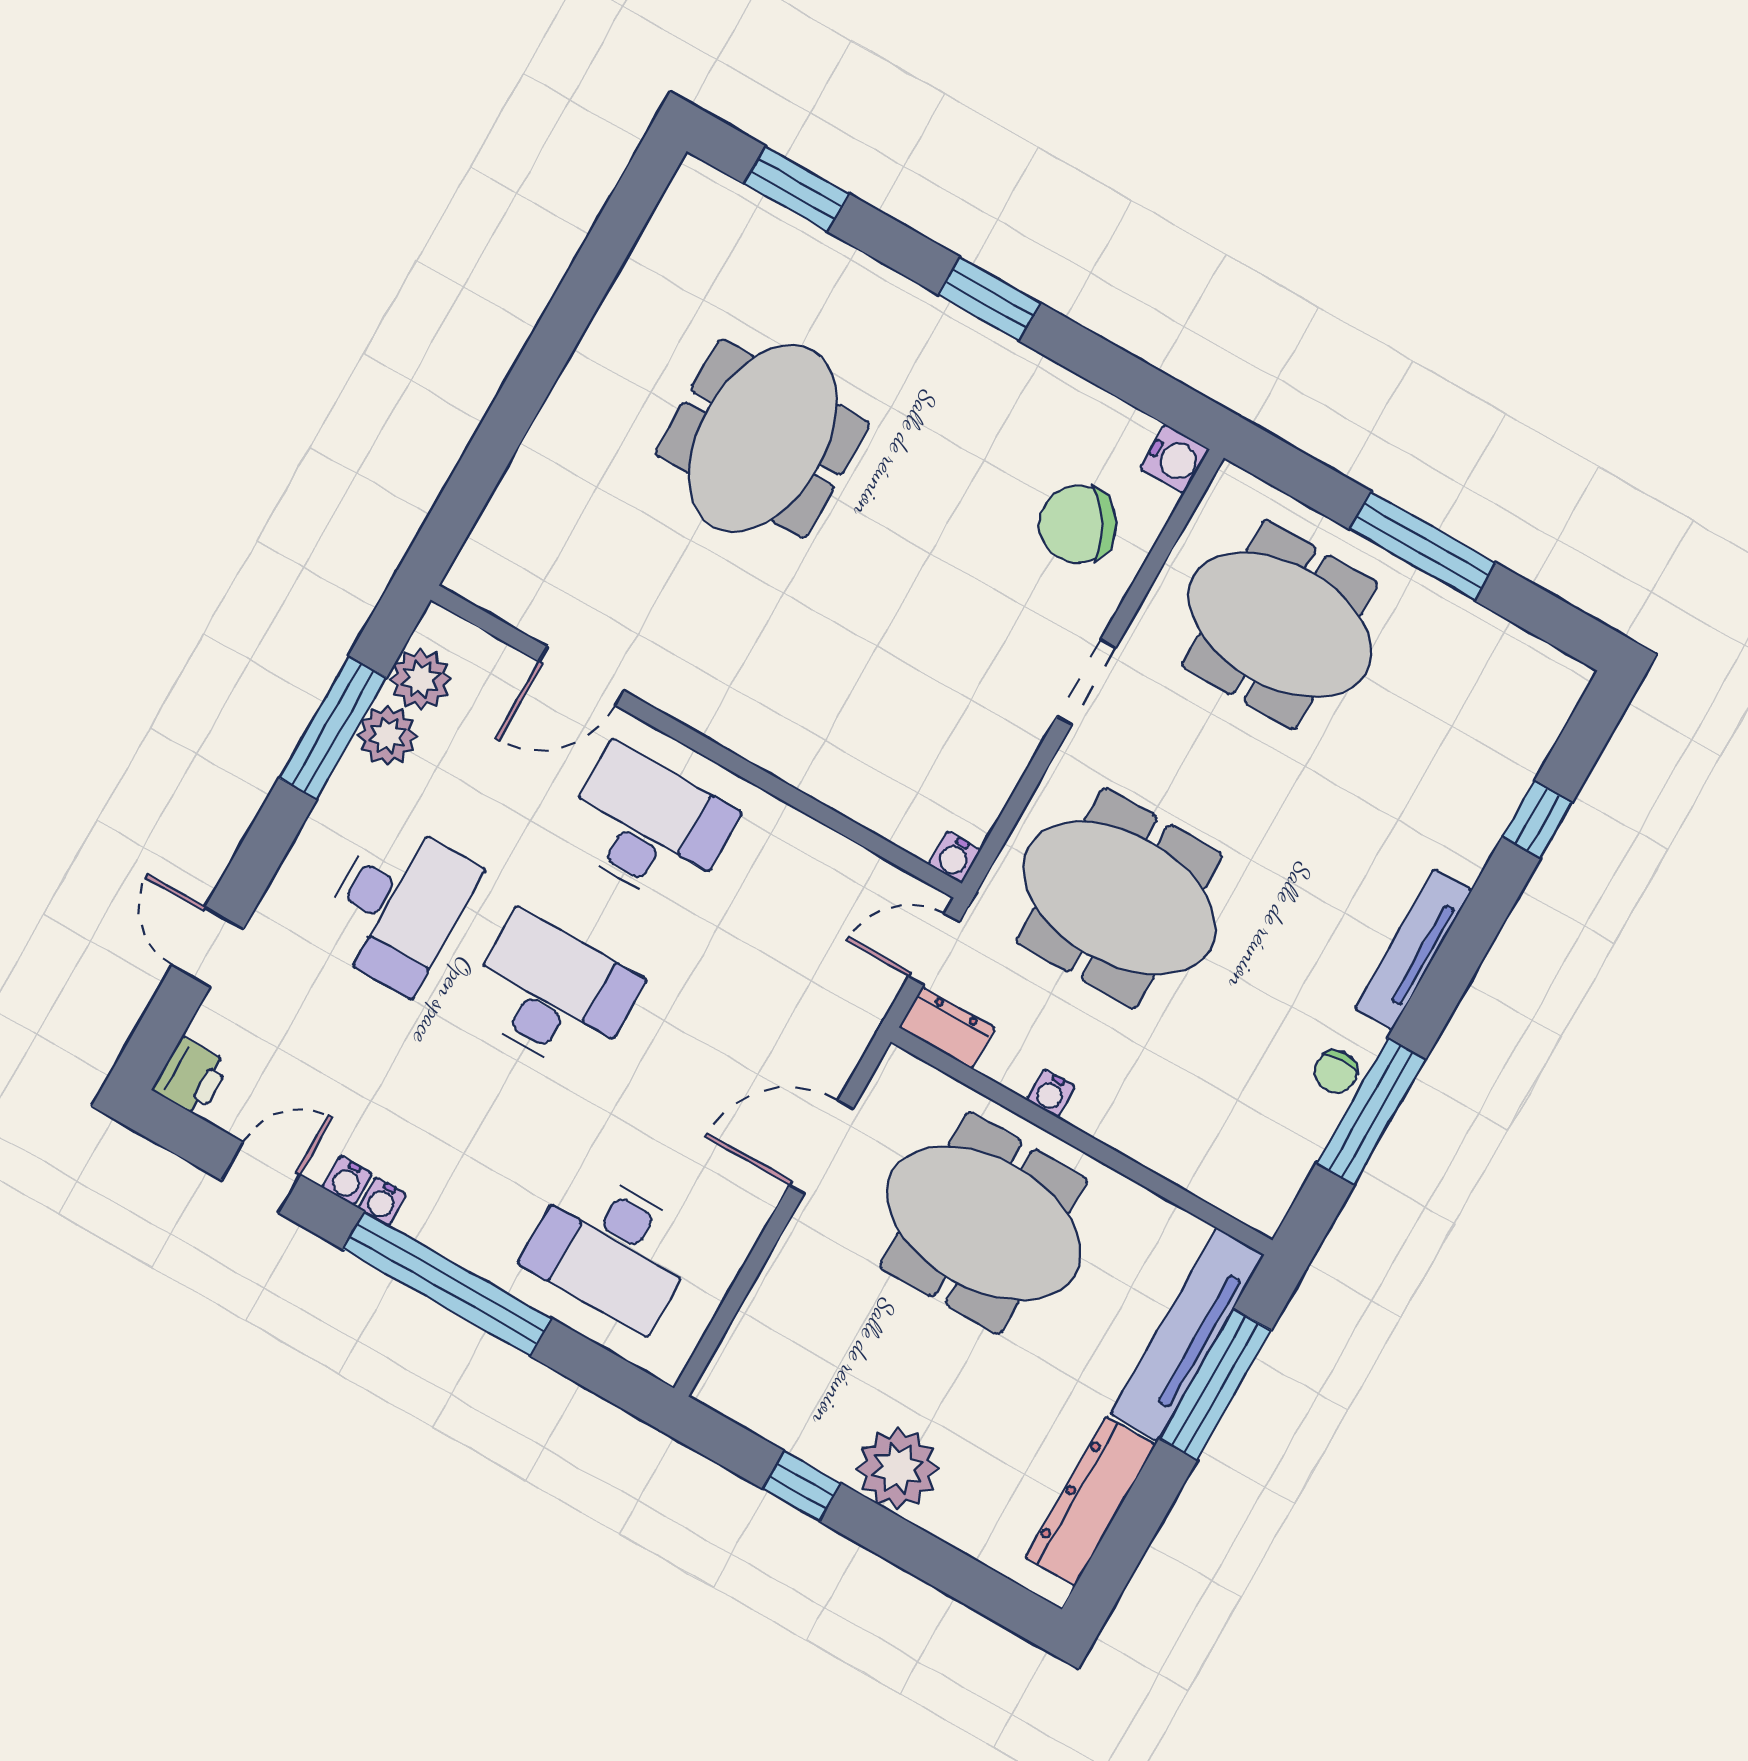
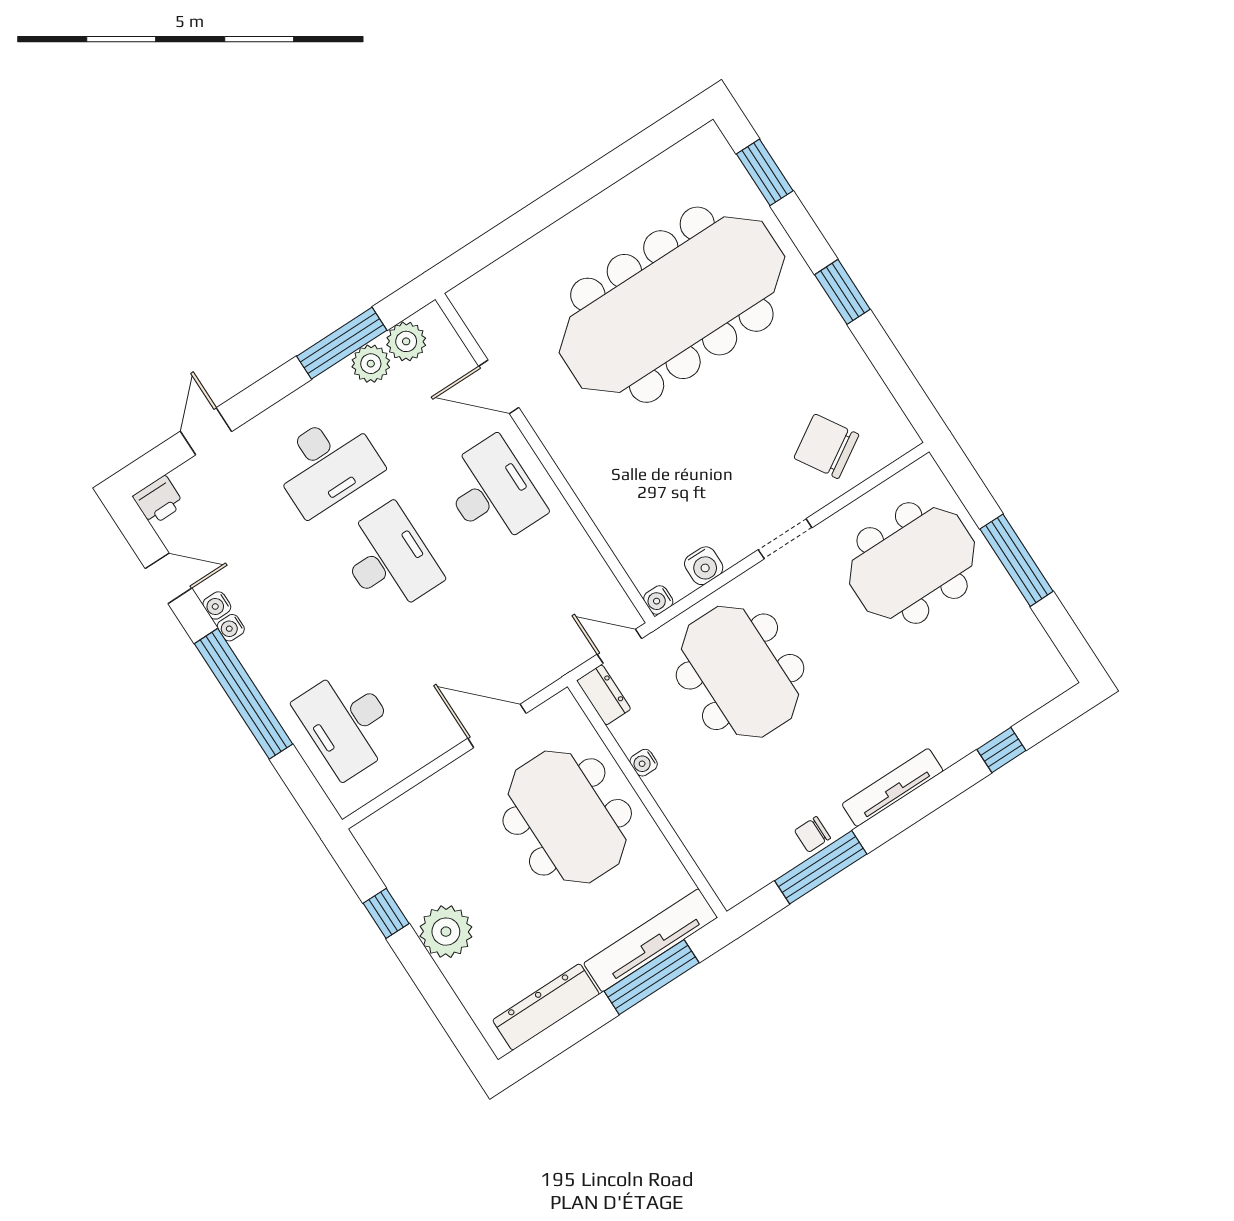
meeting table: (762, 438) -> (672, 305), width x1.86, depth x1.27
water cooler: (1175, 459) -> (704, 566), moved
meeting table: (1280, 625) -> (912, 563), turned 90

